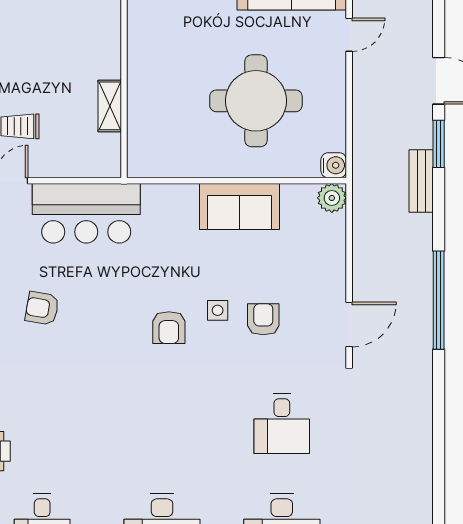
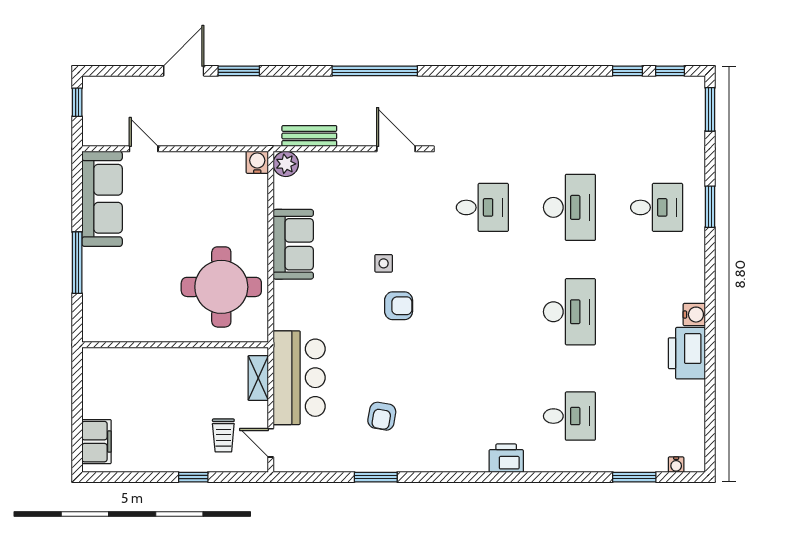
round table: (256, 101) -> (221, 287), moved
shelving: (110, 106) -> (258, 378), moved, turned 90
bench: (421, 181) -> (309, 136), moved
armchair: (263, 319) -> (391, 223), removed

